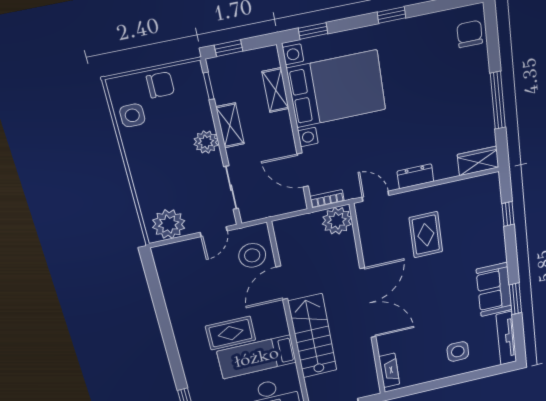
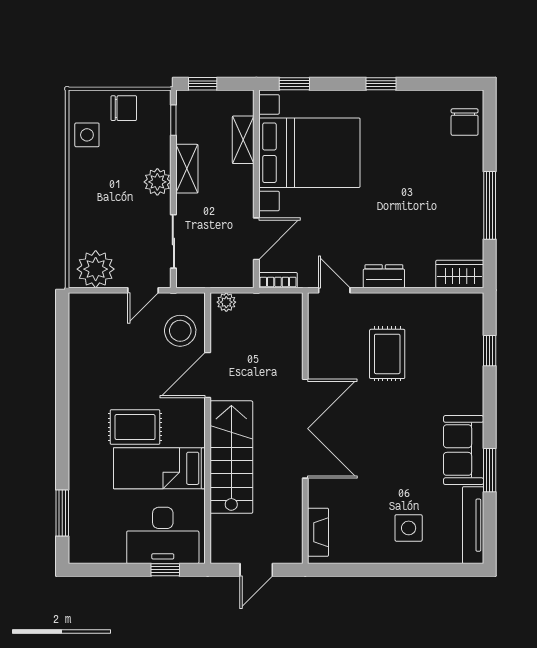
chair: (470, 34) -> (465, 122), turned 180
door: (303, 170) -> (256, 239), swing flipped
plant: (337, 221) -> (226, 302), moved, width x0.53, depth x0.53

